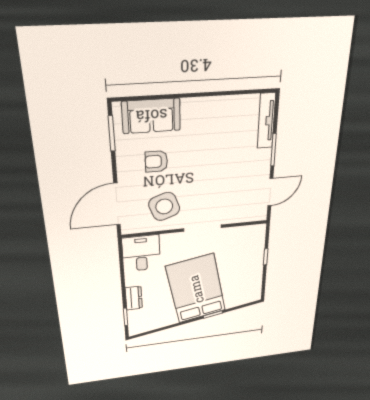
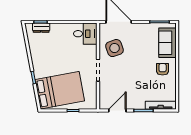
armchair: (156, 161) -> (163, 69), moved
door: (270, 192) -> (117, 110), swing flipped
bed: (196, 289) -> (60, 90), moved
dresser: (134, 298) -> (41, 28), moved

